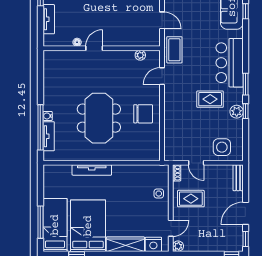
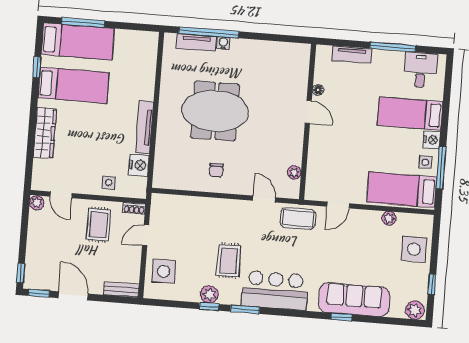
chair: (143, 114) -> (216, 170), width x0.54, depth x0.54
tv unit: (92, 170) -> (144, 127), moved
bed: (88, 226) -> (73, 85), width x0.67
nightstand: (153, 244) -> (139, 165), moved, turned 180

